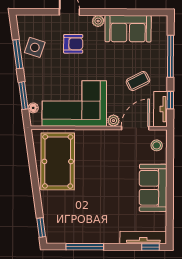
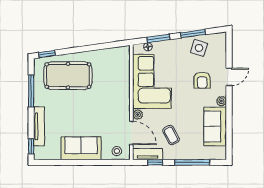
pool table: (58, 161) -> (68, 76), moved
tv unit: (143, 238) -> (39, 126), moved

